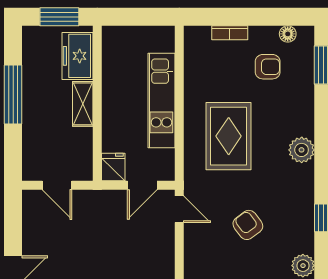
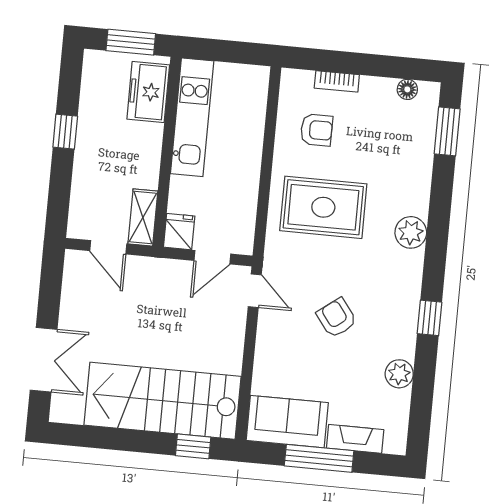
armchair: (268, 67) -> (317, 130), moved
window: (13, 95) -> (65, 132), width x0.46
kitchen unit: (161, 101) -> (192, 117), moved, turned 180
shelving: (83, 104) -> (143, 217), moved
rug: (229, 136) -> (323, 207), turned 90

